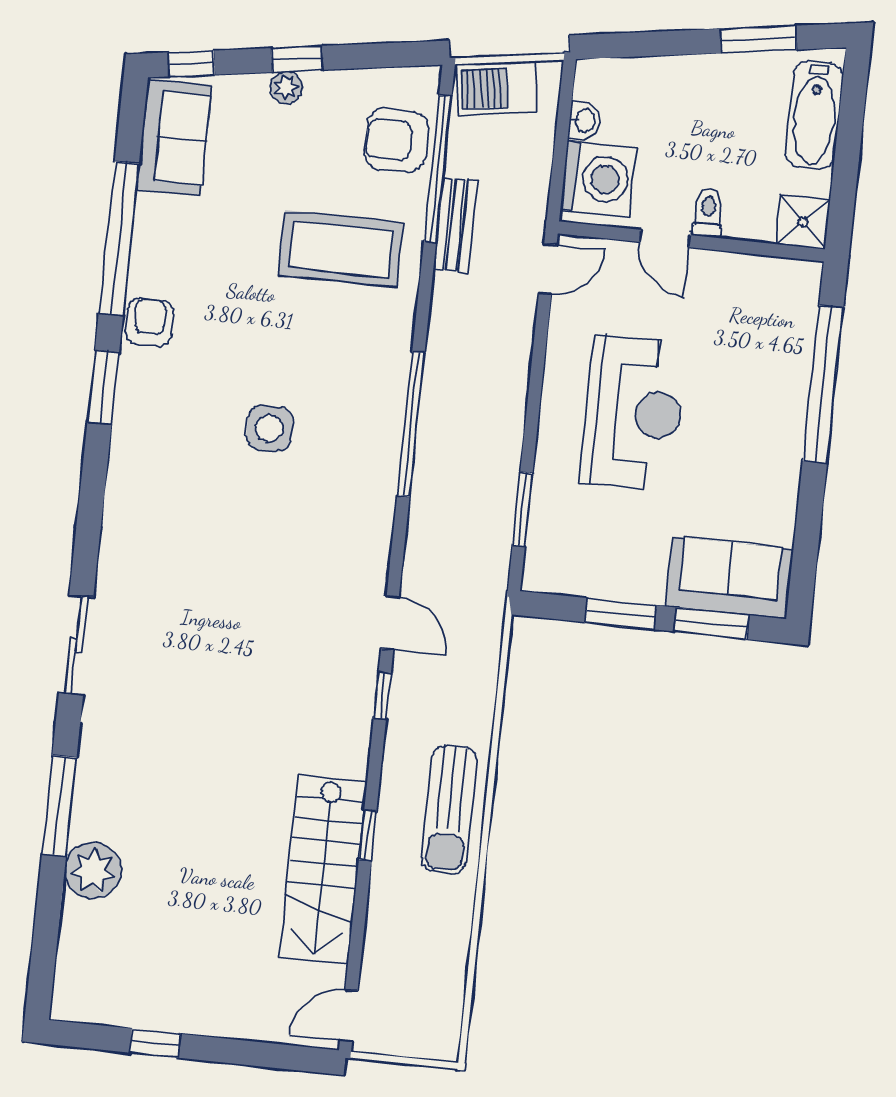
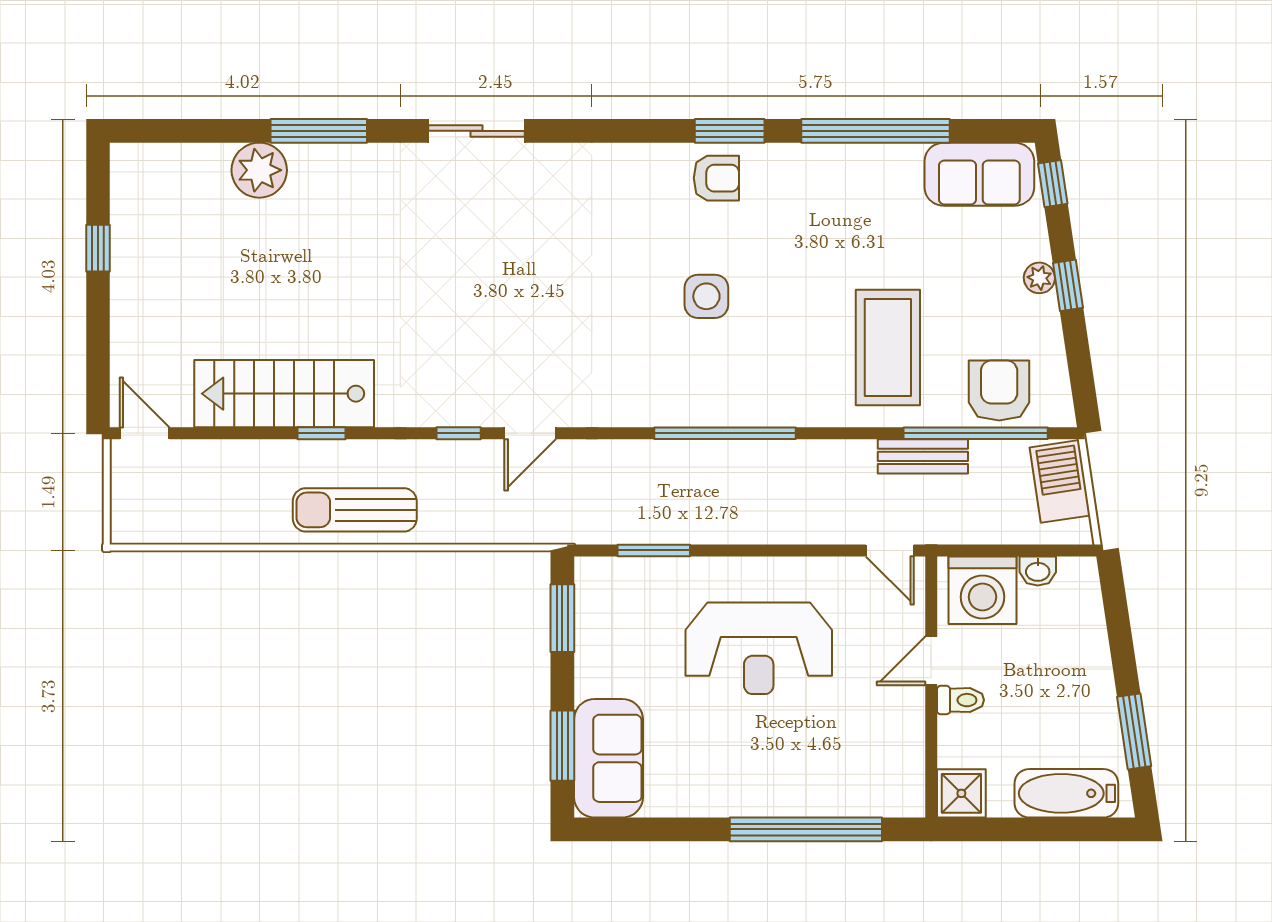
armchair: (150, 322) -> (716, 178), moved
window: (620, 614) -> (562, 618), moved

